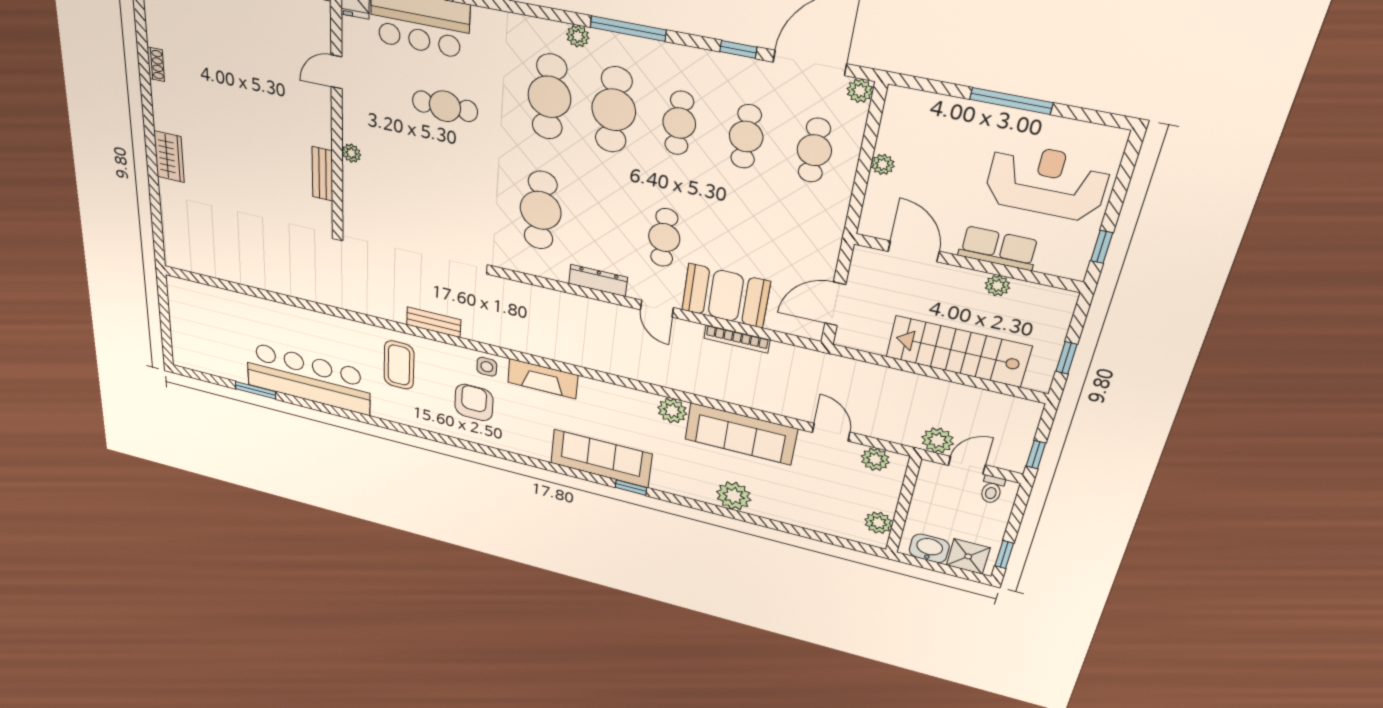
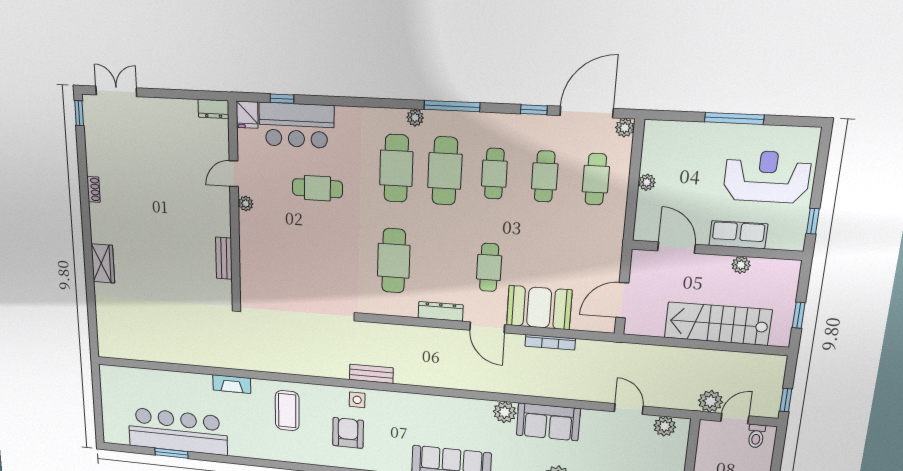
plant: (351, 153) -> (246, 204), moved
door: (657, 309) -> (487, 327), width x1.38
bench: (434, 322) -> (371, 374), moved
bar counter: (308, 378) -> (178, 431), moved
fireplace: (543, 379) -> (232, 384), moved, width x0.73, depth x0.76
sofa: (741, 434) -> (548, 422), width x0.73

